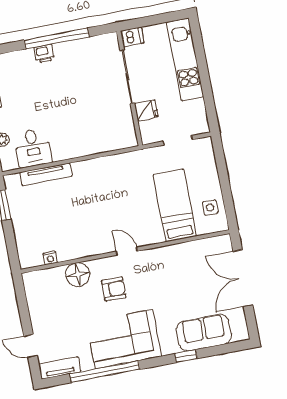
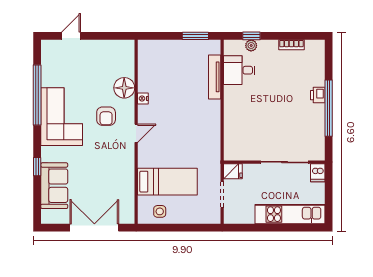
fridge: (146, 110) -> (233, 171), moved, turned -90
nightstand: (50, 258) -> (143, 98), moved
tv unit: (60, 368) -> (48, 57), removed

